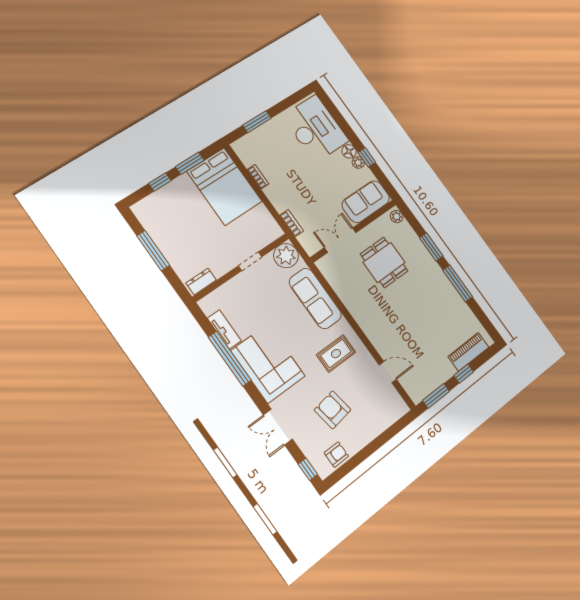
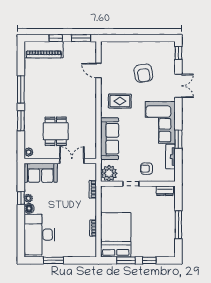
window: (257, 122) -> (53, 260), moved
double door: (340, 240) -> (72, 161), swing flipped
piano: (469, 352) -> (44, 50), width x1.37, depth x1.33
window: (230, 359) -> (178, 139), width x0.47
armchair: (336, 455) -> (146, 169), moved

